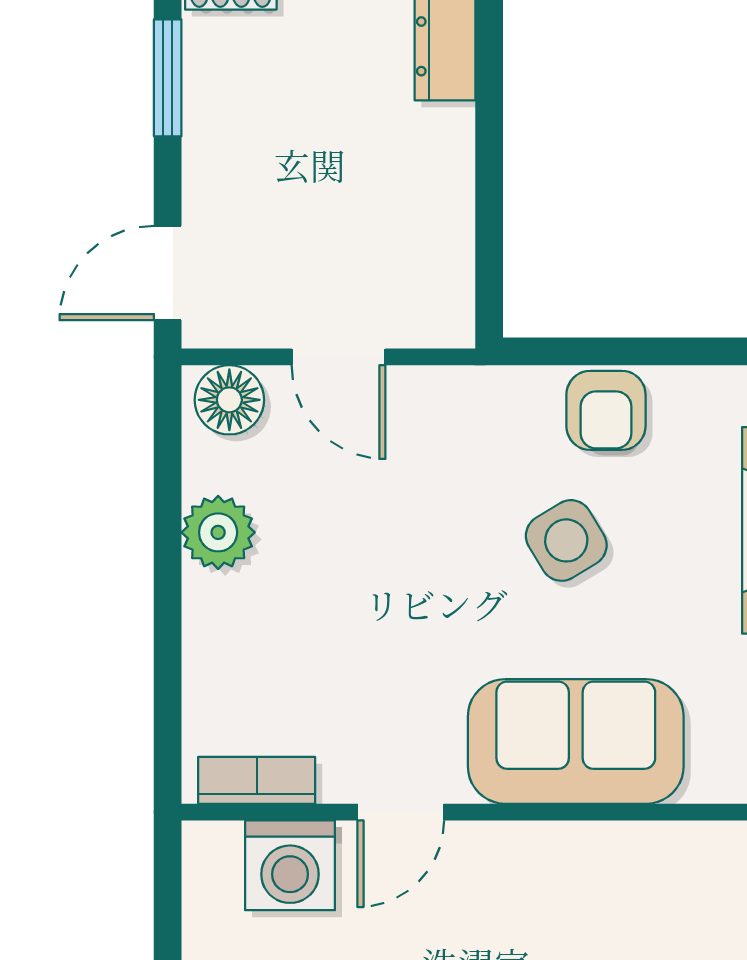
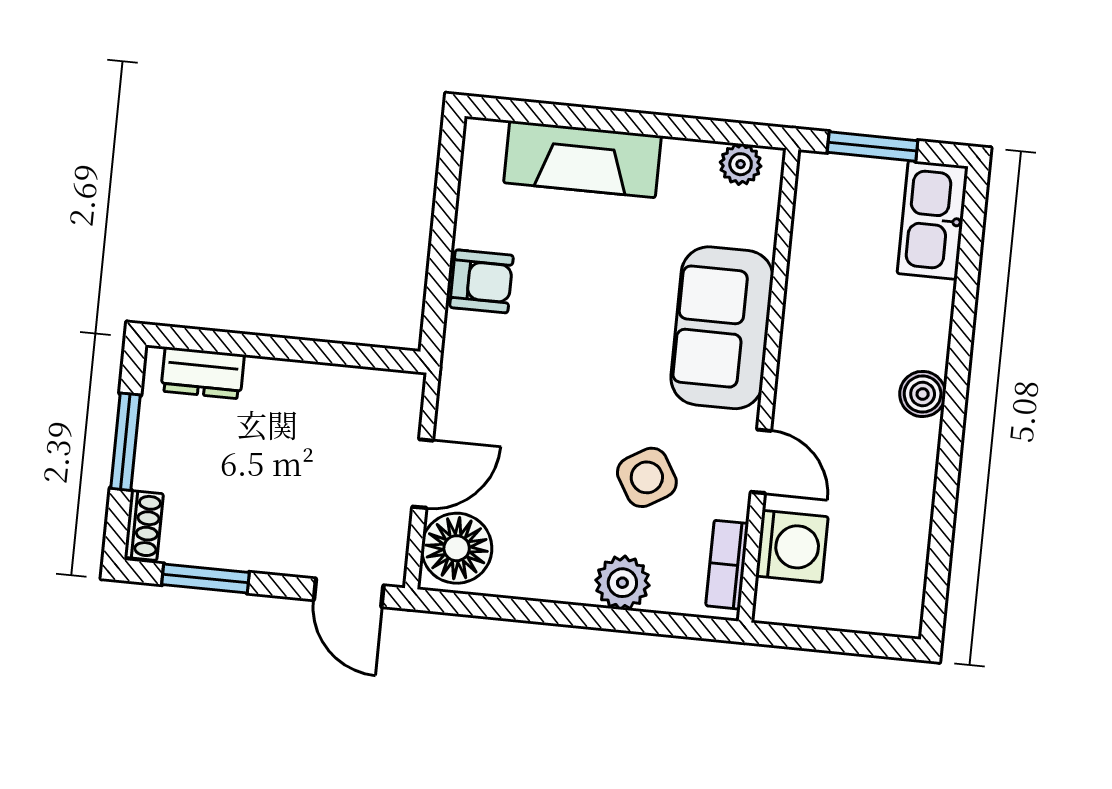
floor lamp: (229, 400) -> (457, 548), width x1.38, depth x1.38
plant: (218, 532) -> (622, 583), moved
side table: (566, 540) -> (647, 477), moved

